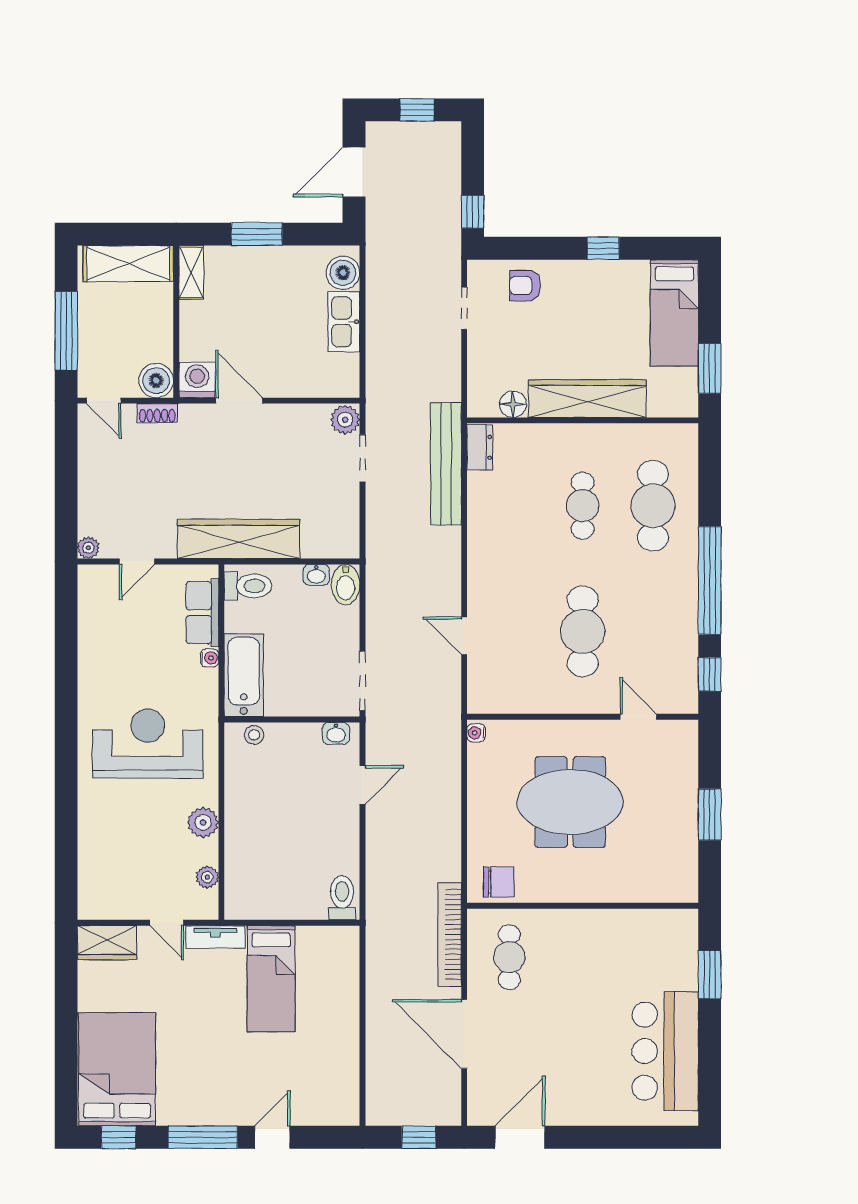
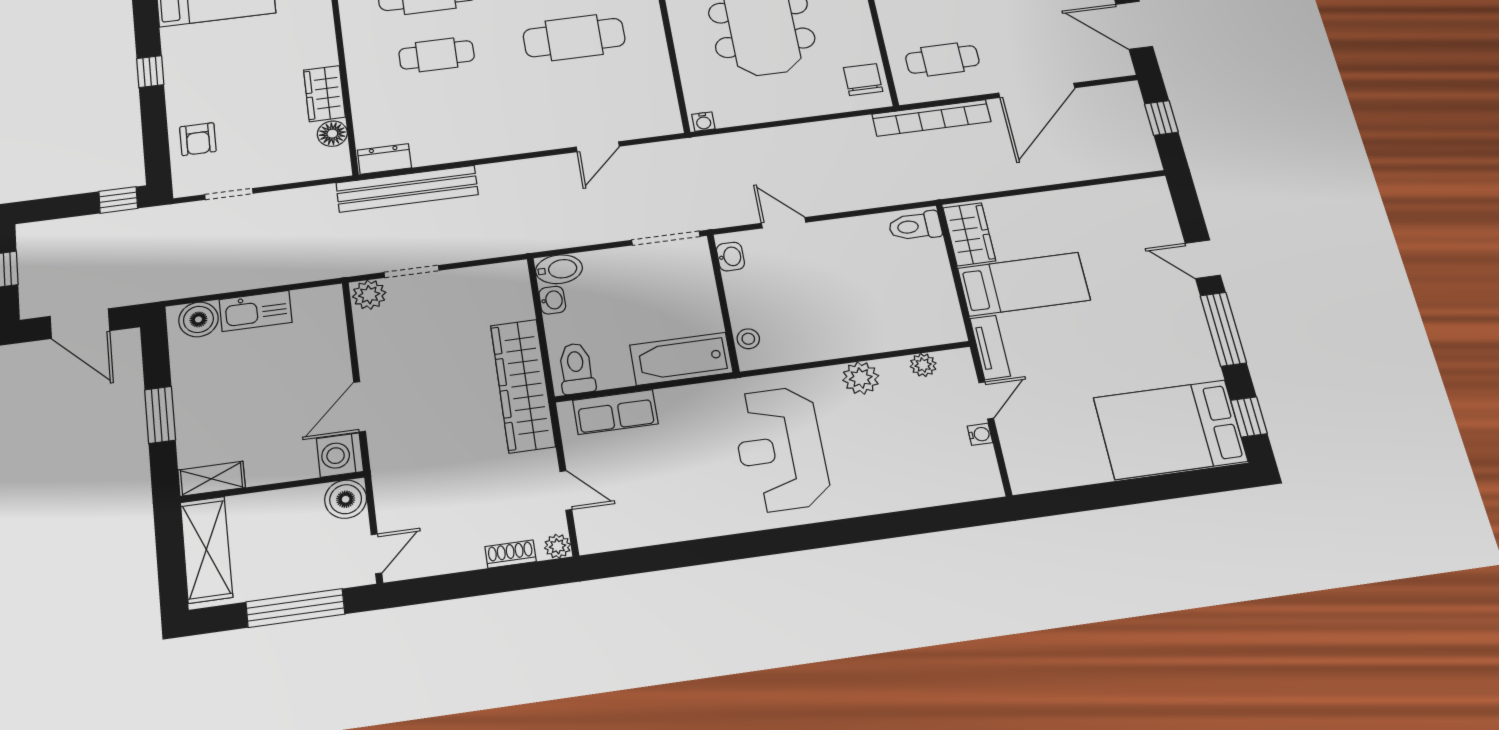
wardrobe: (587, 399) -> (324, 93), width x0.48, depth x0.85
shoe rack: (157, 413) -> (511, 554), moved, turned -90
water cooler: (210, 658) -> (980, 434), moved, turned 90
wardrobe: (107, 943) -> (969, 234), moved

